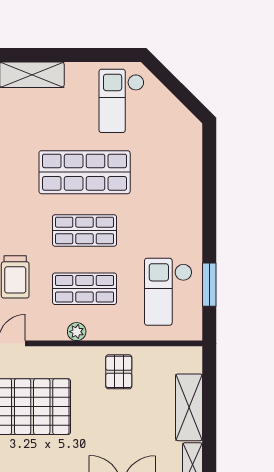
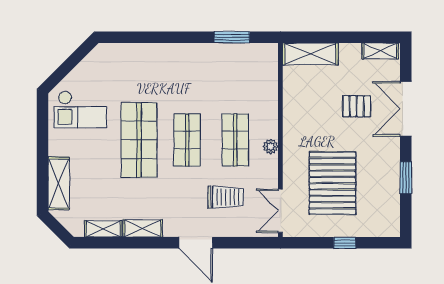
checkout: (168, 292) -> (238, 71), removed
pallet: (119, 372) -> (357, 106), moved
shelving: (189, 407) -> (310, 54), moved

